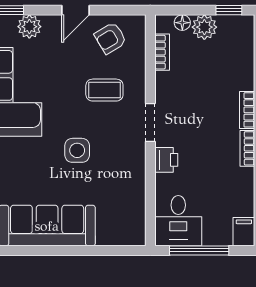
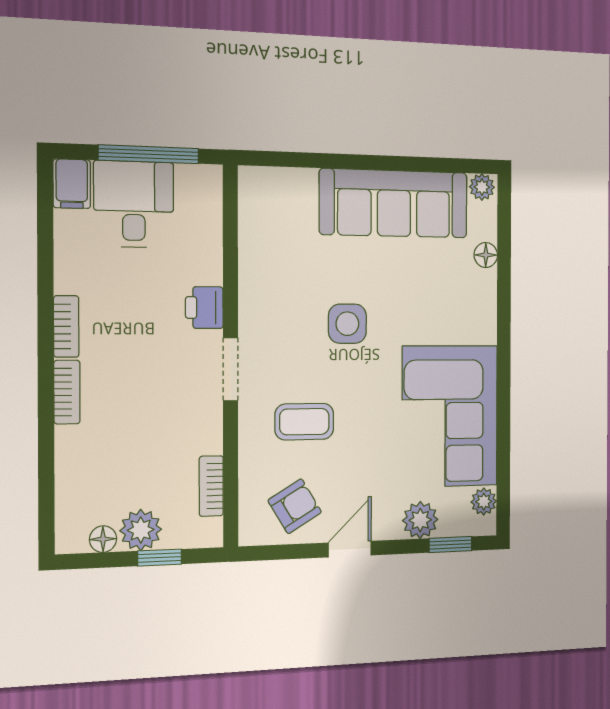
window: (229, 10) -> (160, 557), moved
floor lamp: (182, 23) -> (103, 539), moved
desk: (178, 221) -> (134, 204), moved

